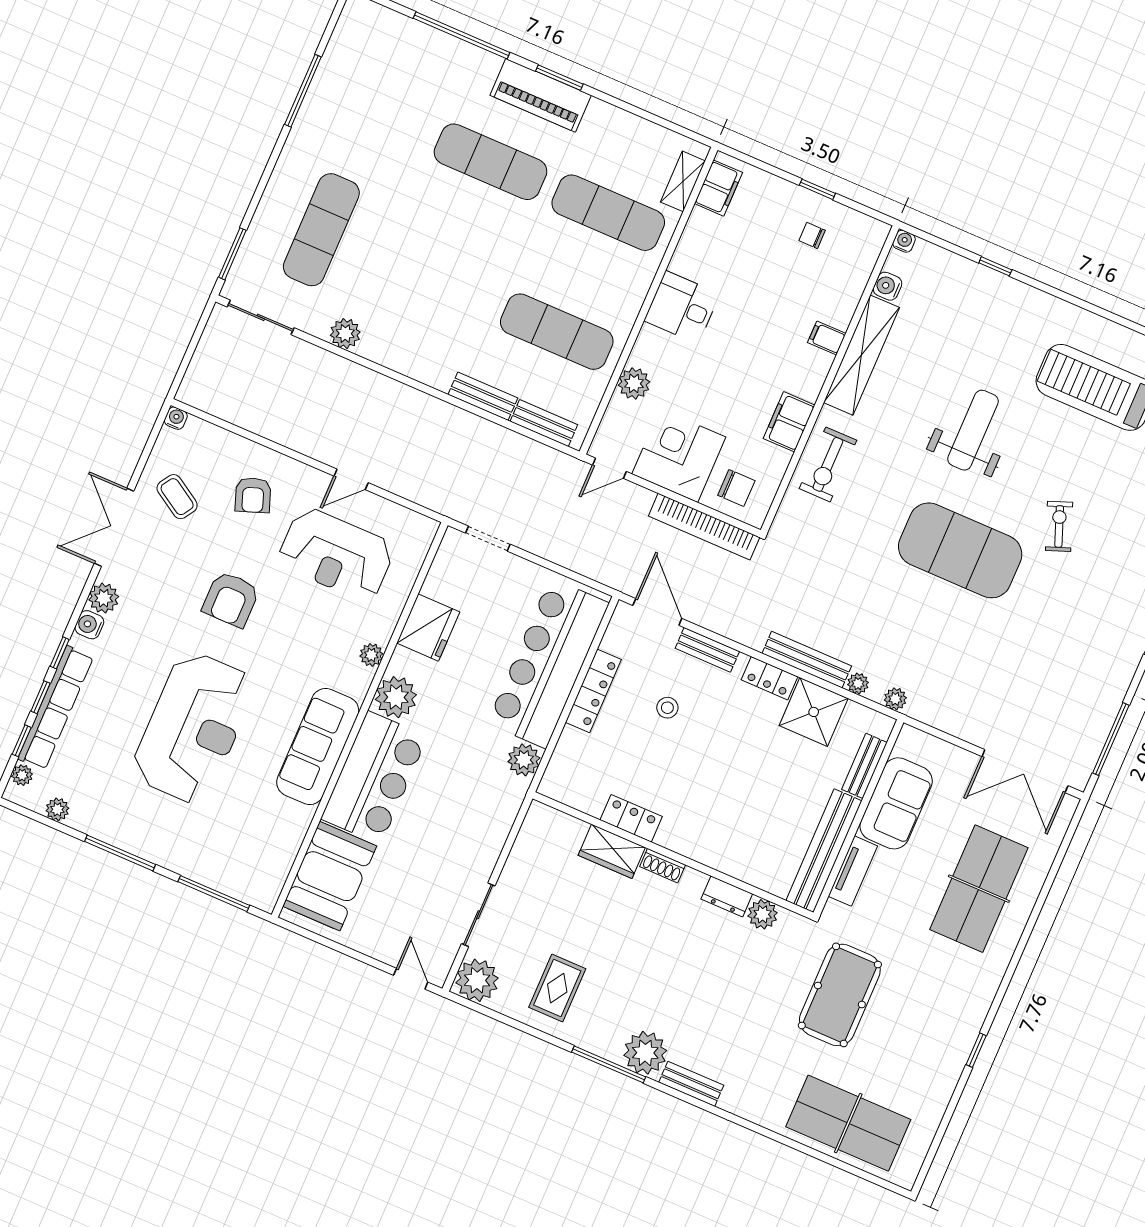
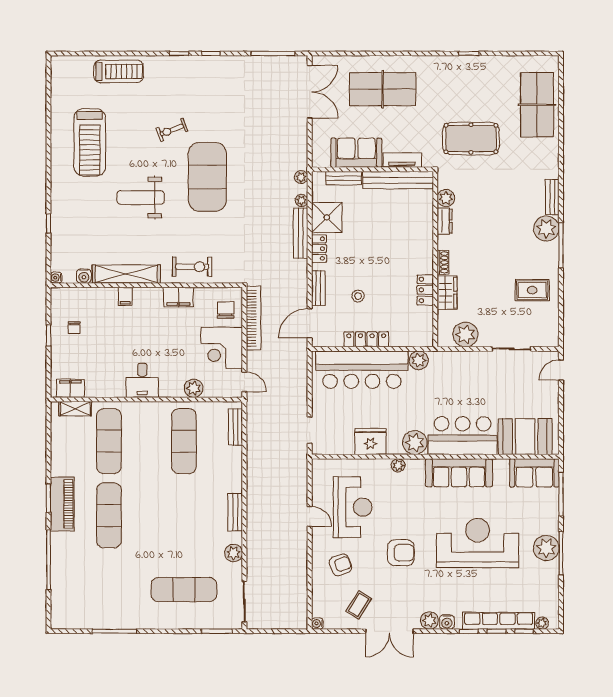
bench: (483, 396) -> (235, 512), moved
plant: (57, 809) -> (546, 548), moved, width x1.87, depth x1.87
sofa: (266, 866) -> (534, 473), added
plant: (477, 980) -> (465, 334), moved

